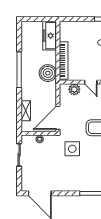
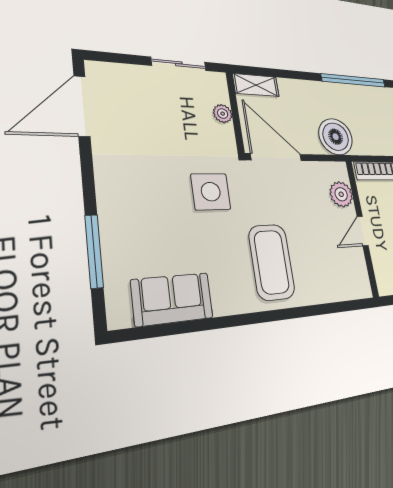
boiler: (48, 73) -> (336, 137), moved
shelving: (26, 111) -> (256, 85), moved

